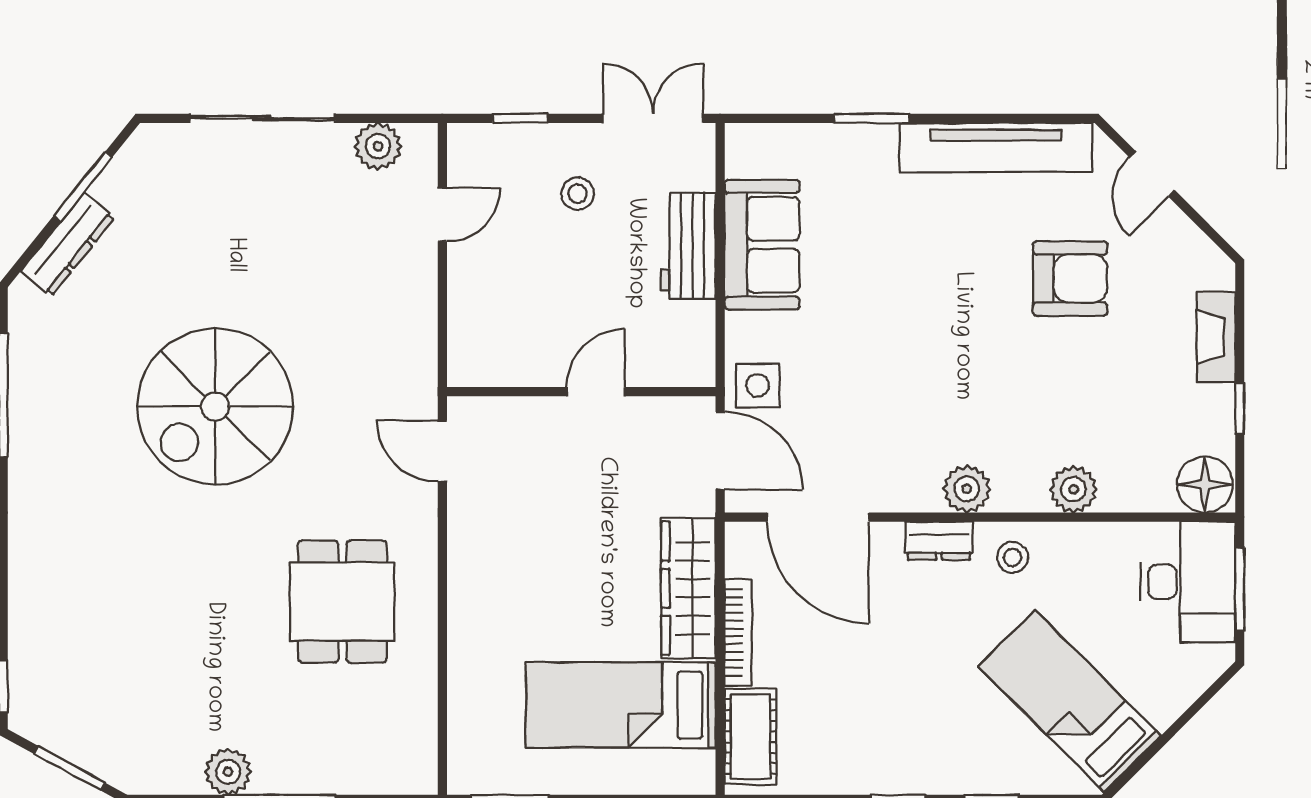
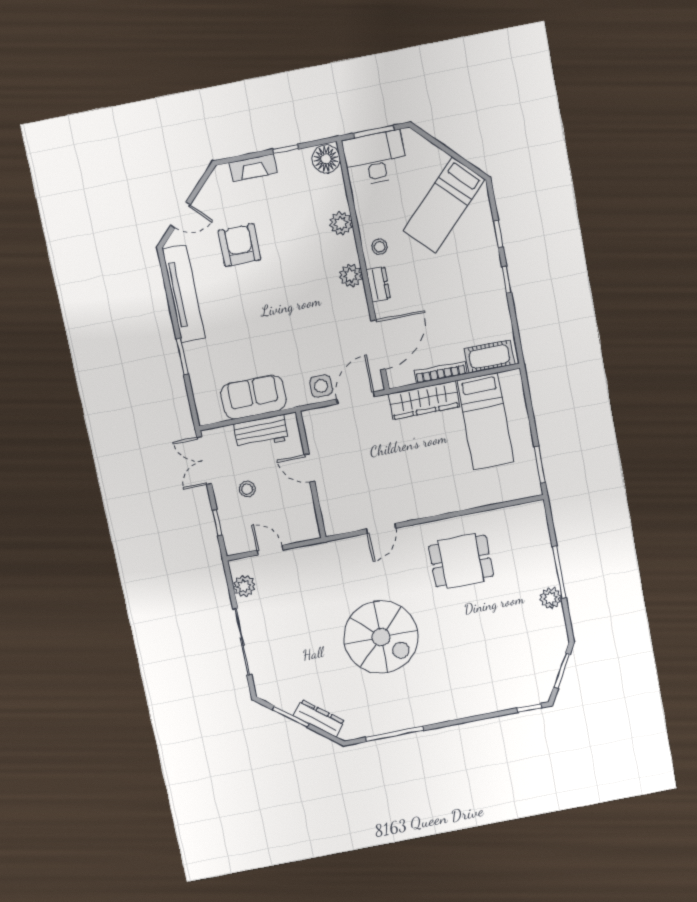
wall: (581, 392) -> (311, 475), moved
door: (596, 392) -> (309, 468), moved

